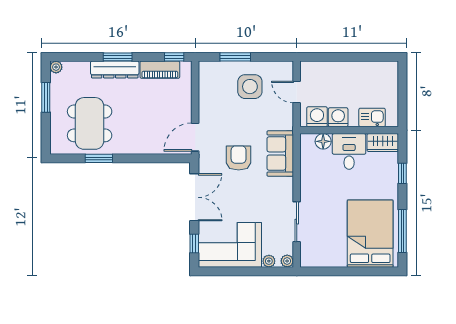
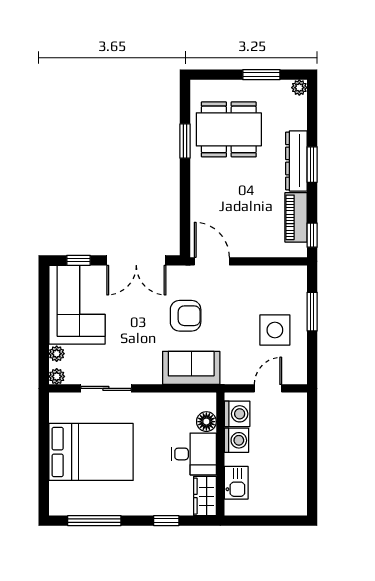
bed: (370, 234) -> (91, 452), moved

